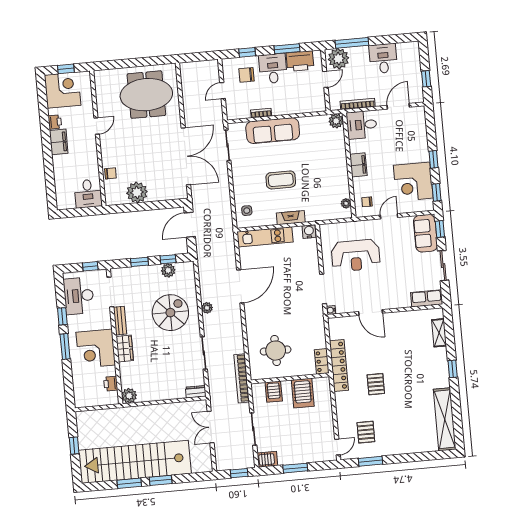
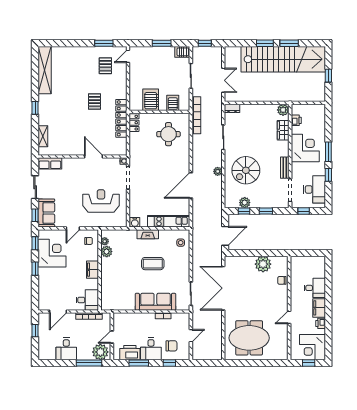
plant: (336, 121) -> (107, 252), moved
desk: (88, 194) -> (315, 288), moved, turned 90
wardrobe: (125, 348) -> (283, 130), moved

